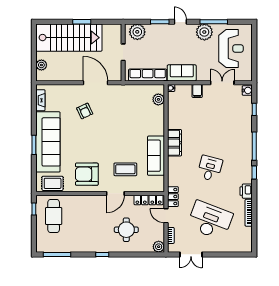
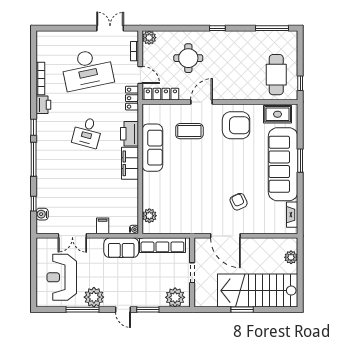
water cooler: (247, 90) -> (42, 214), moved
printer: (175, 167) -> (130, 134), added
desk: (210, 220) -> (87, 69), turned -33

